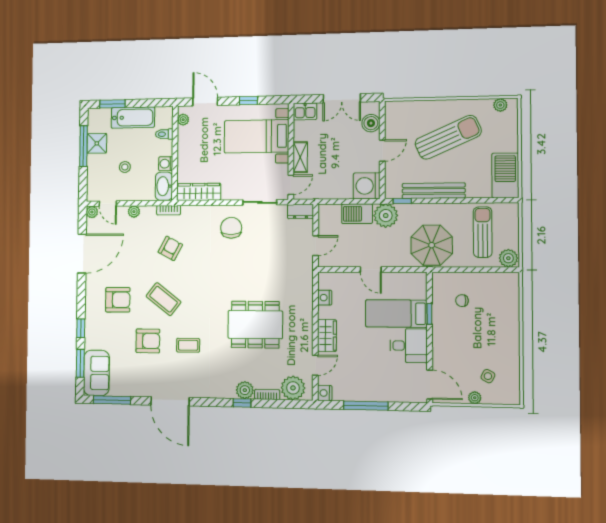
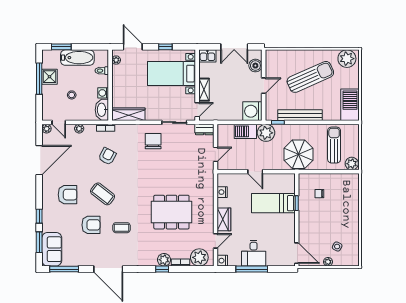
plant: (500, 105) -> (347, 59), width x1.87, depth x1.87
desk: (409, 346) -> (254, 253), moved, turned 90

